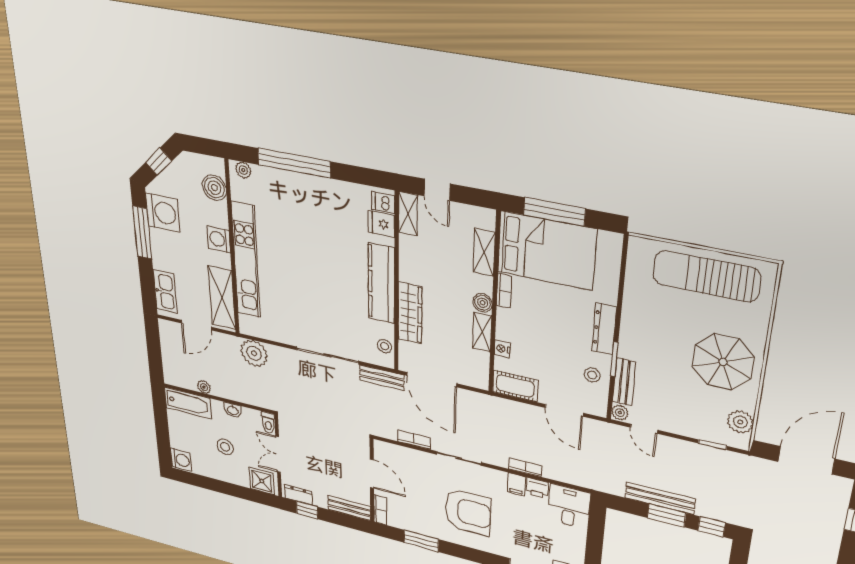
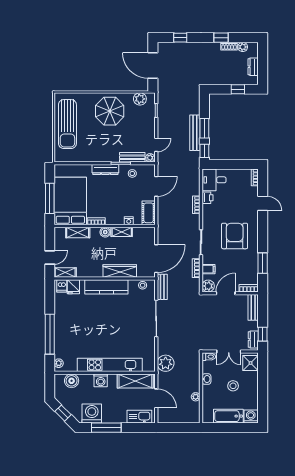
bathtub: (188, 403) -> (228, 416), moved, turned -90
plant: (384, 451) -> (208, 286), added
filing cabinet: (516, 484) -> (208, 269), moved
window: (712, 527) -> (204, 151), moved

